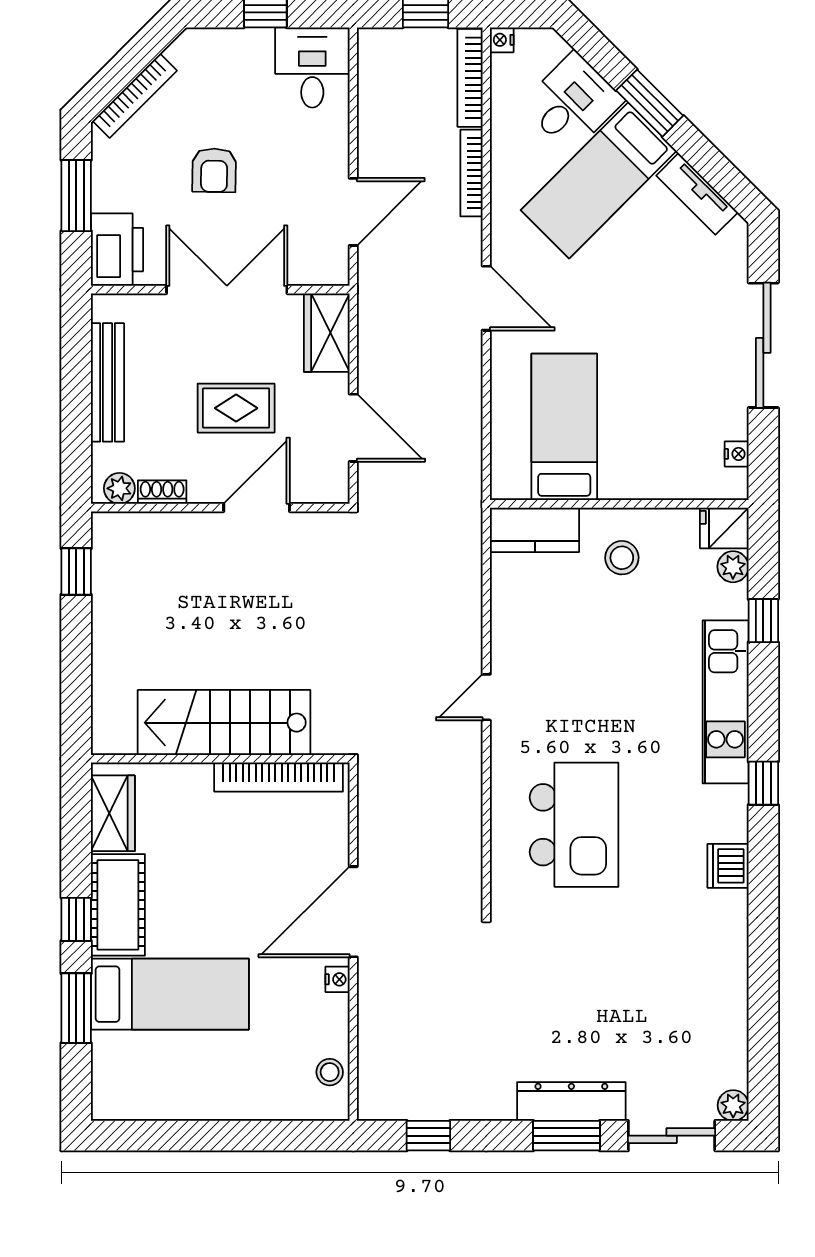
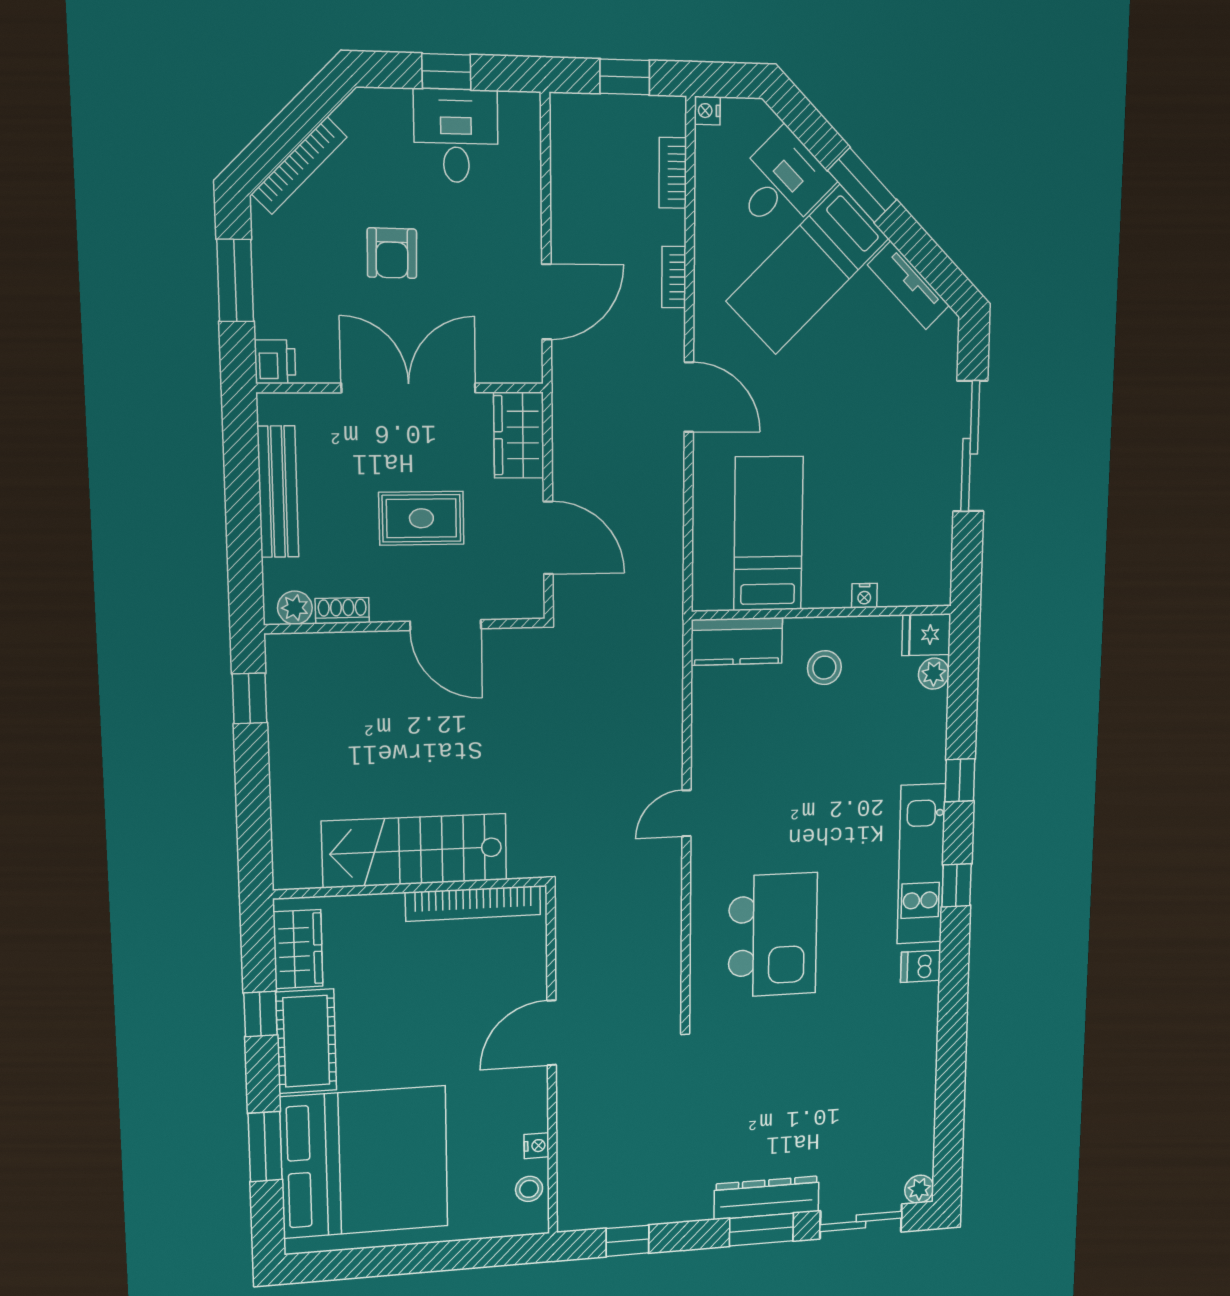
desk: (312, 67) -> (456, 136), moved
bookcase: (470, 78) -> (673, 173), width x0.64
bookcase: (471, 173) -> (674, 277), width x0.64
printer: (117, 250) -> (275, 362), width x0.53, depth x0.68
nightstand: (737, 454) -> (864, 596), moved, turned 90
door: (257, 508) -> (446, 625), swing flipped
window: (763, 621) -> (960, 780), moved
kitchen unit: (726, 702) -> (921, 864), moved
dishwasher: (728, 866) -> (921, 966), width x0.73
door: (353, 912) -> (552, 1033), width x0.73
window: (76, 919) -> (260, 1014), moved
nightstand: (337, 979) -> (536, 1146), moved
bed: (170, 994) -> (365, 1162), width x2.04

